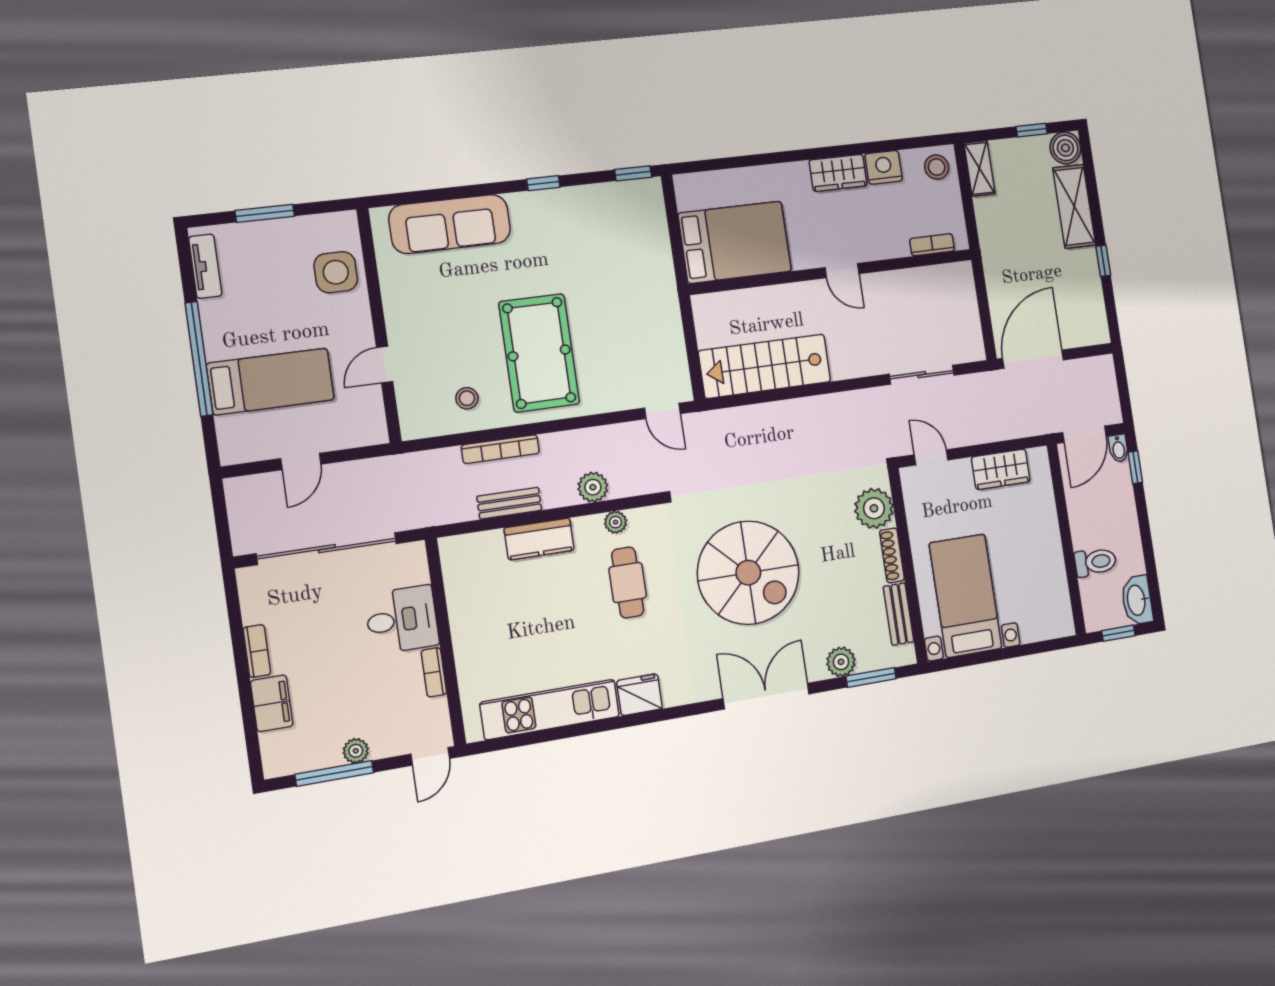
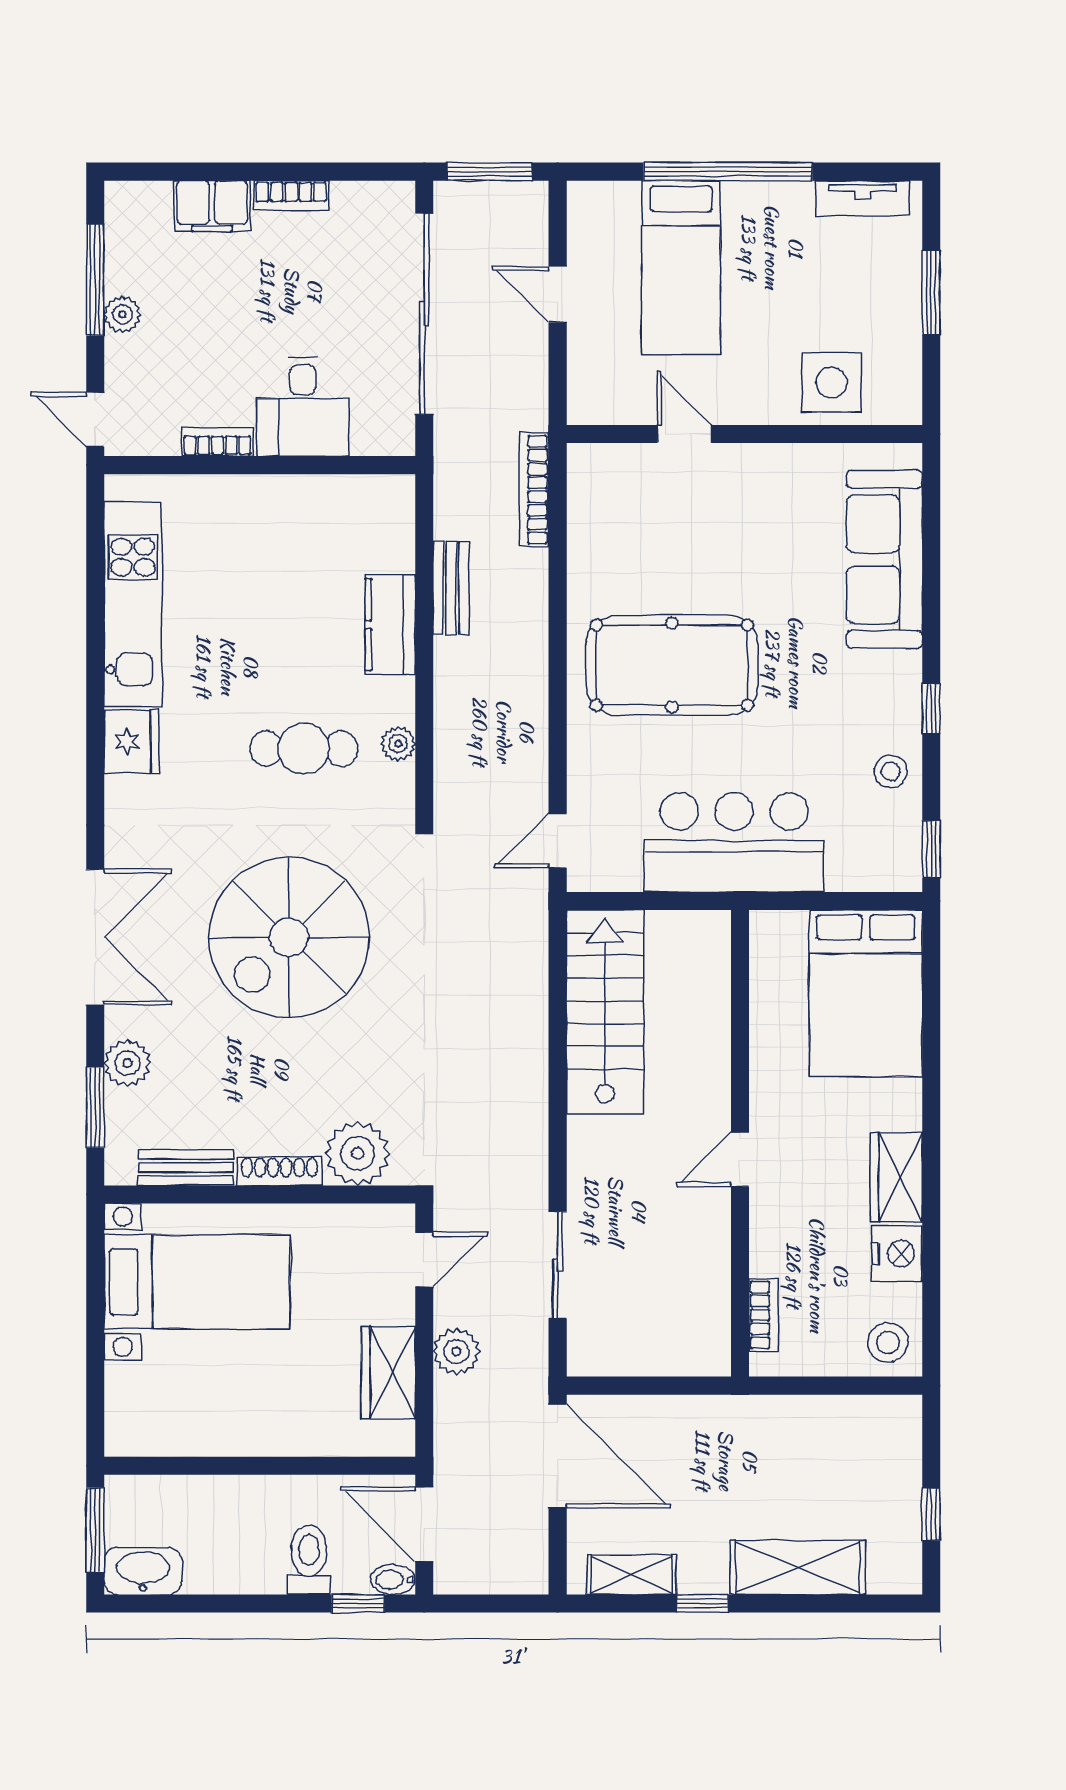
boiler: (1065, 148) -> (896, 1568), removed
shelving: (979, 168) -> (632, 1575), moved
bed: (735, 242) -> (866, 993), moved
bar counter: (647, 299) -> (734, 842), added
stool: (467, 398) -> (891, 771), moved
bookcase: (500, 449) -> (534, 490), moved
plant: (593, 487) -> (456, 1352), moved
window: (221, 519) -> (490, 172), added
toilet: (1095, 562) -> (309, 1560), moved, turned 180
window: (1118, 633) -> (95, 1530), width x1.50

